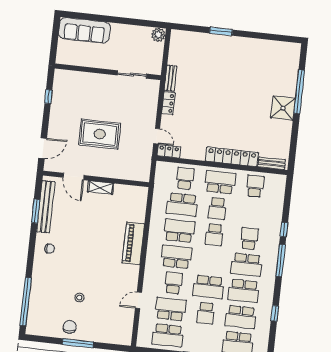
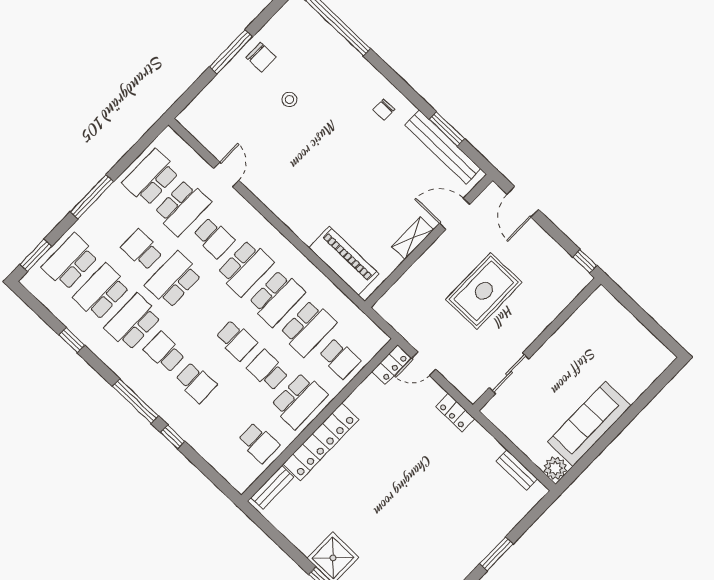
sofa: (84, 30) -> (589, 424), moved
wall: (108, 72) -> (537, 344), moved
sliding door: (132, 75) -> (509, 373), moved
bench: (170, 78) -> (517, 470), moved
school desk: (182, 205) -> (308, 328), turned 180
school desk: (214, 235) -> (236, 340), turned 180
piano: (133, 243) -> (344, 261), moved
school desk: (246, 265) -> (164, 352), width x0.54

